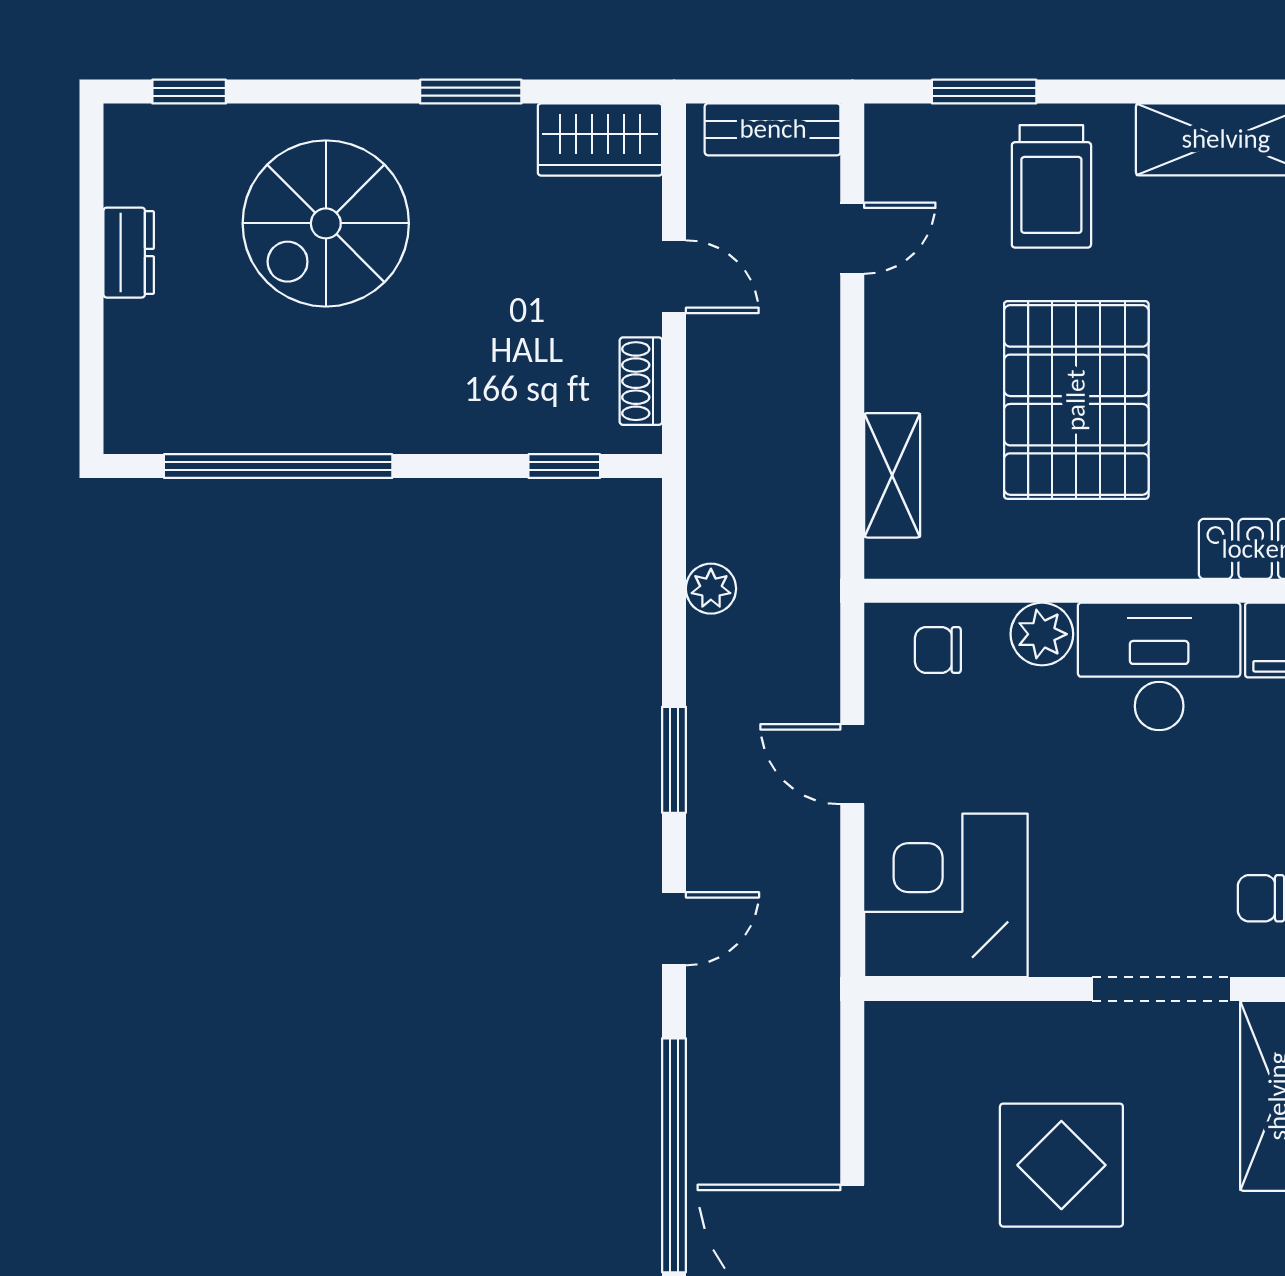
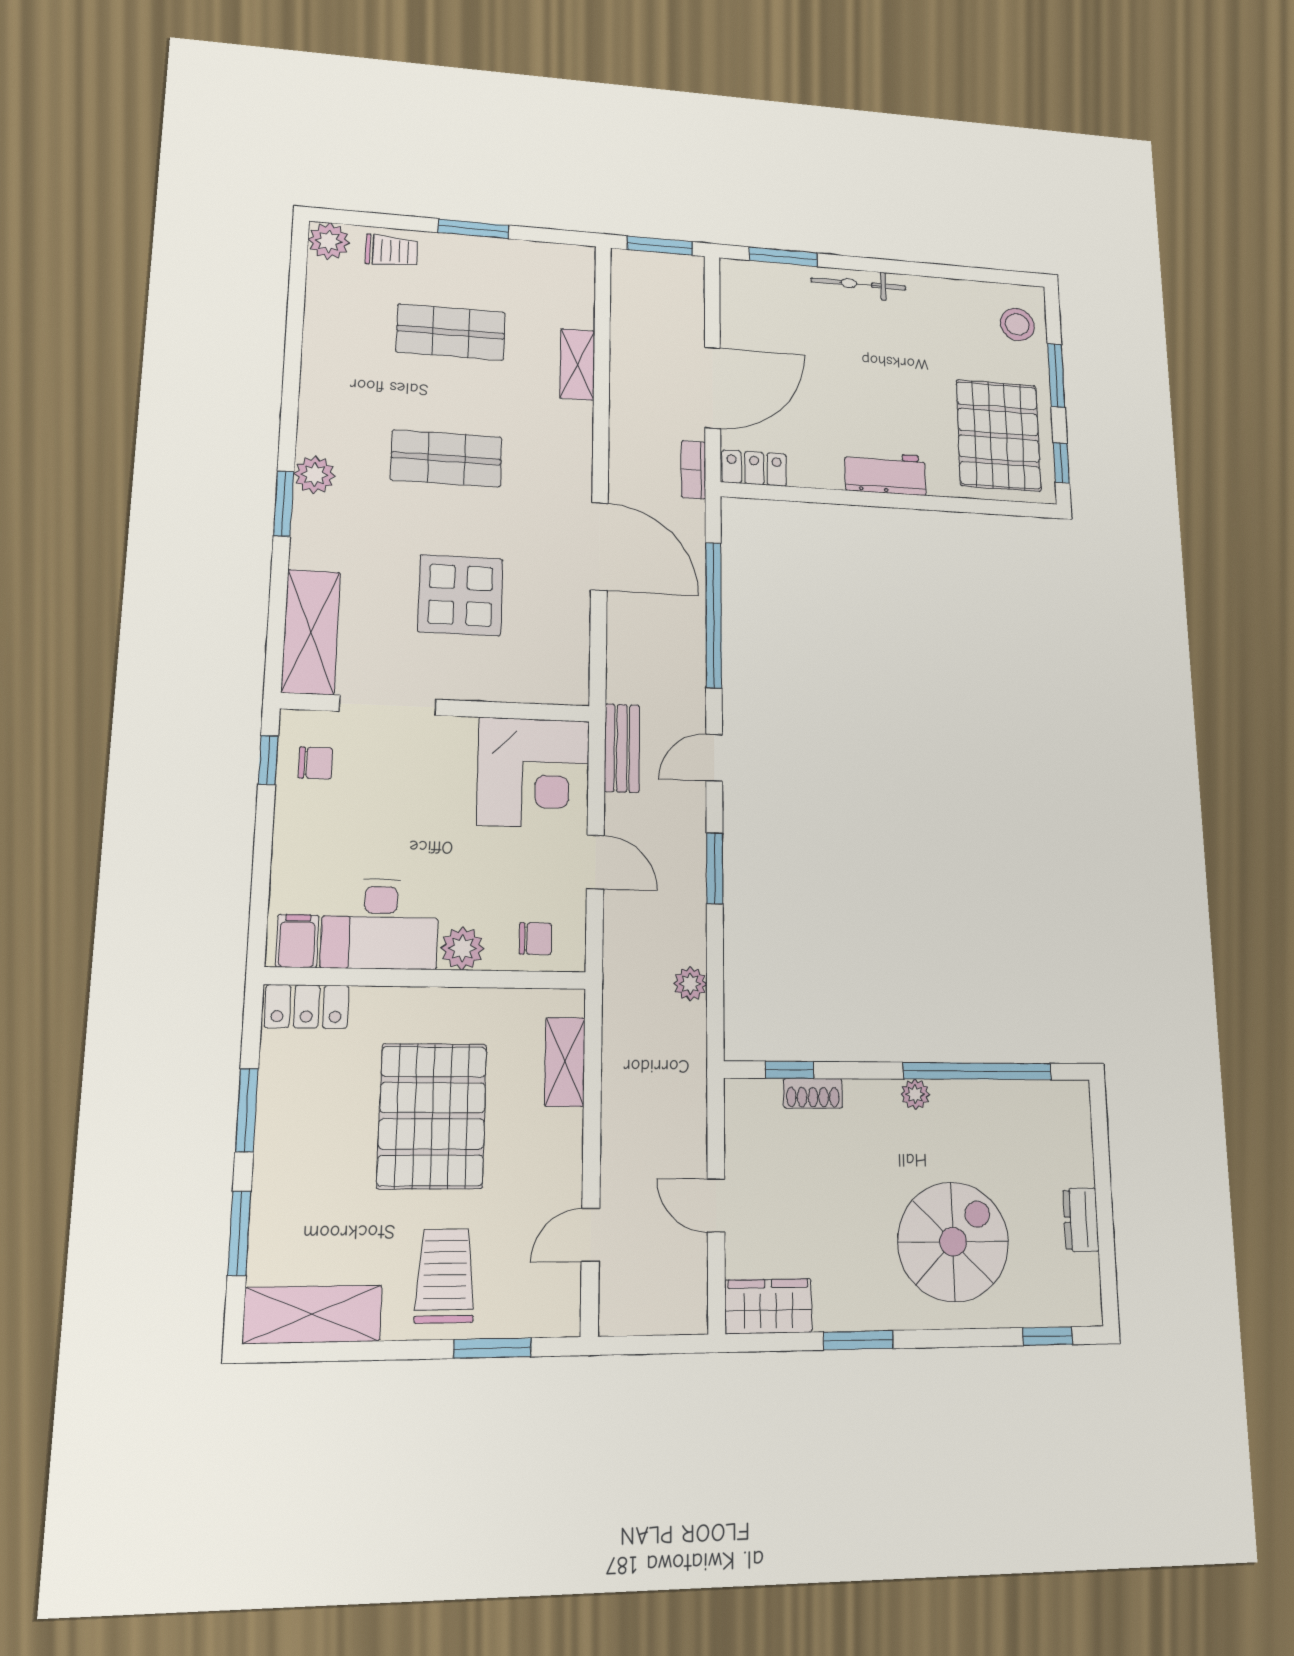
bench: (773, 129) -> (622, 748), moved, turned 90
shoe rack: (641, 381) -> (813, 1093), moved, turned 90
plant: (376, 432) -> (915, 1094), added

